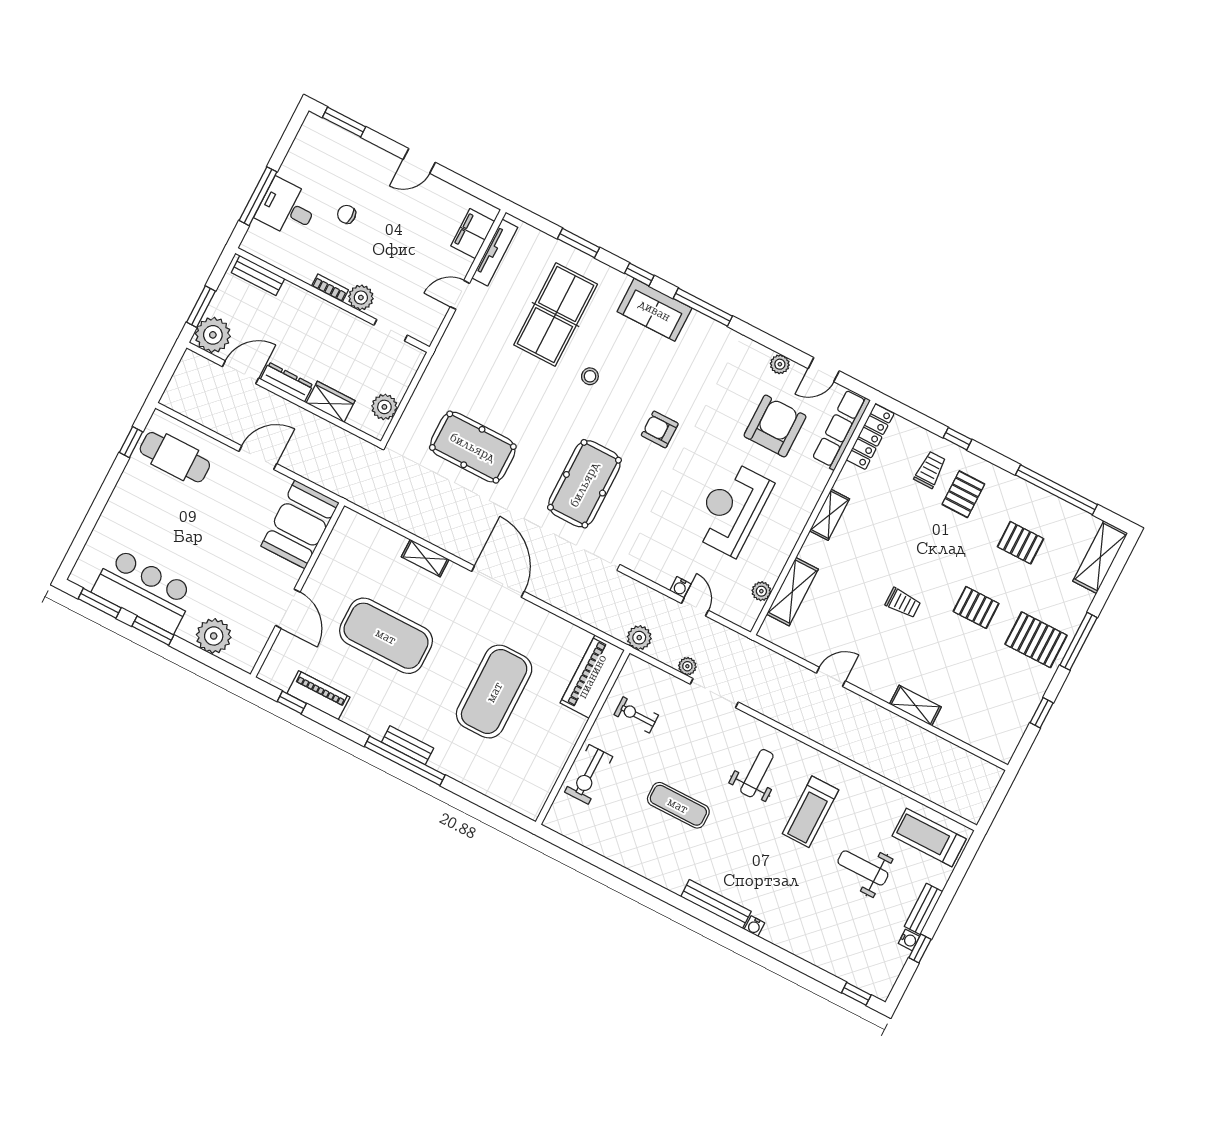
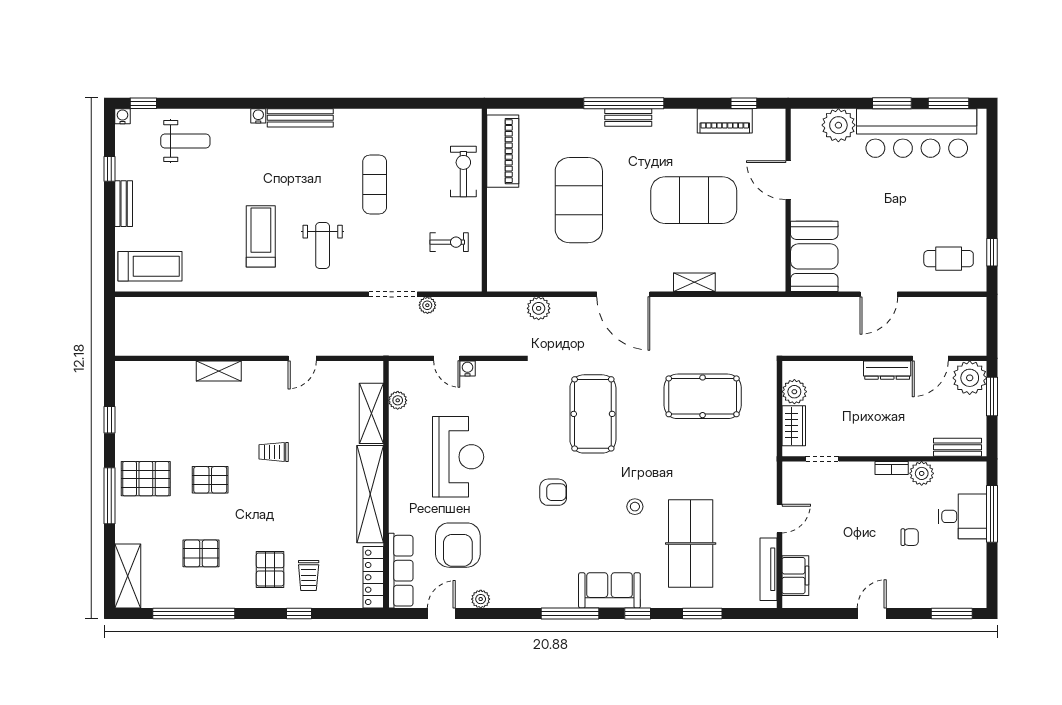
plant: (361, 298) -> (922, 473), moved
wardrobe: (331, 402) -> (794, 426), moved, turned -90
cafe table: (175, 457) -> (949, 259), width x0.73, depth x0.74
shelving: (830, 515) -> (370, 494), width x2.20, depth x1.33
bar counter: (144, 591) -> (917, 133), width x1.36
plant: (639, 638) -> (539, 308), moved
piano: (592, 676) -> (503, 151), moved
exercise mat: (678, 805) -> (375, 184), turned 90
weight bench: (863, 868) -> (185, 141), moved
water cooler: (909, 940) -> (122, 116), moved, turned 90

